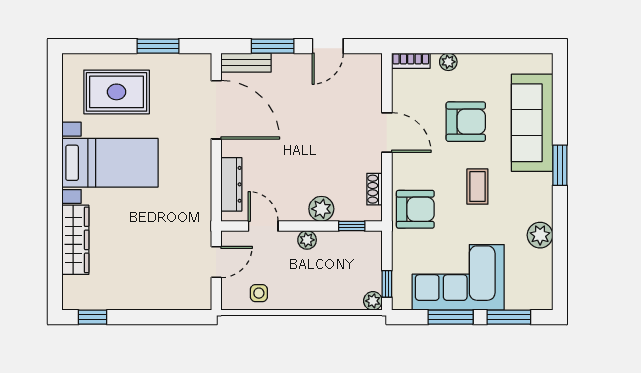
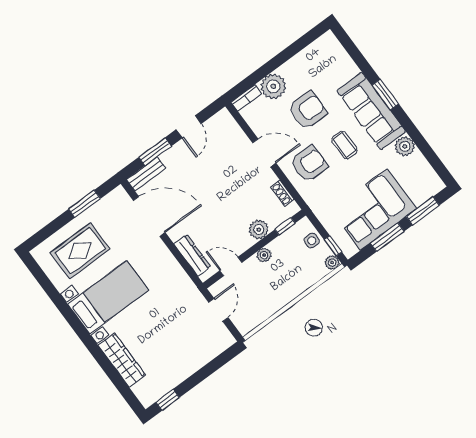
plant: (448, 62) -> (273, 86), width x1.87, depth x1.87
sofa: (532, 123) -> (371, 111), moved
armchair: (415, 209) -> (309, 164), moved
side table: (259, 293) -> (312, 241), moved

